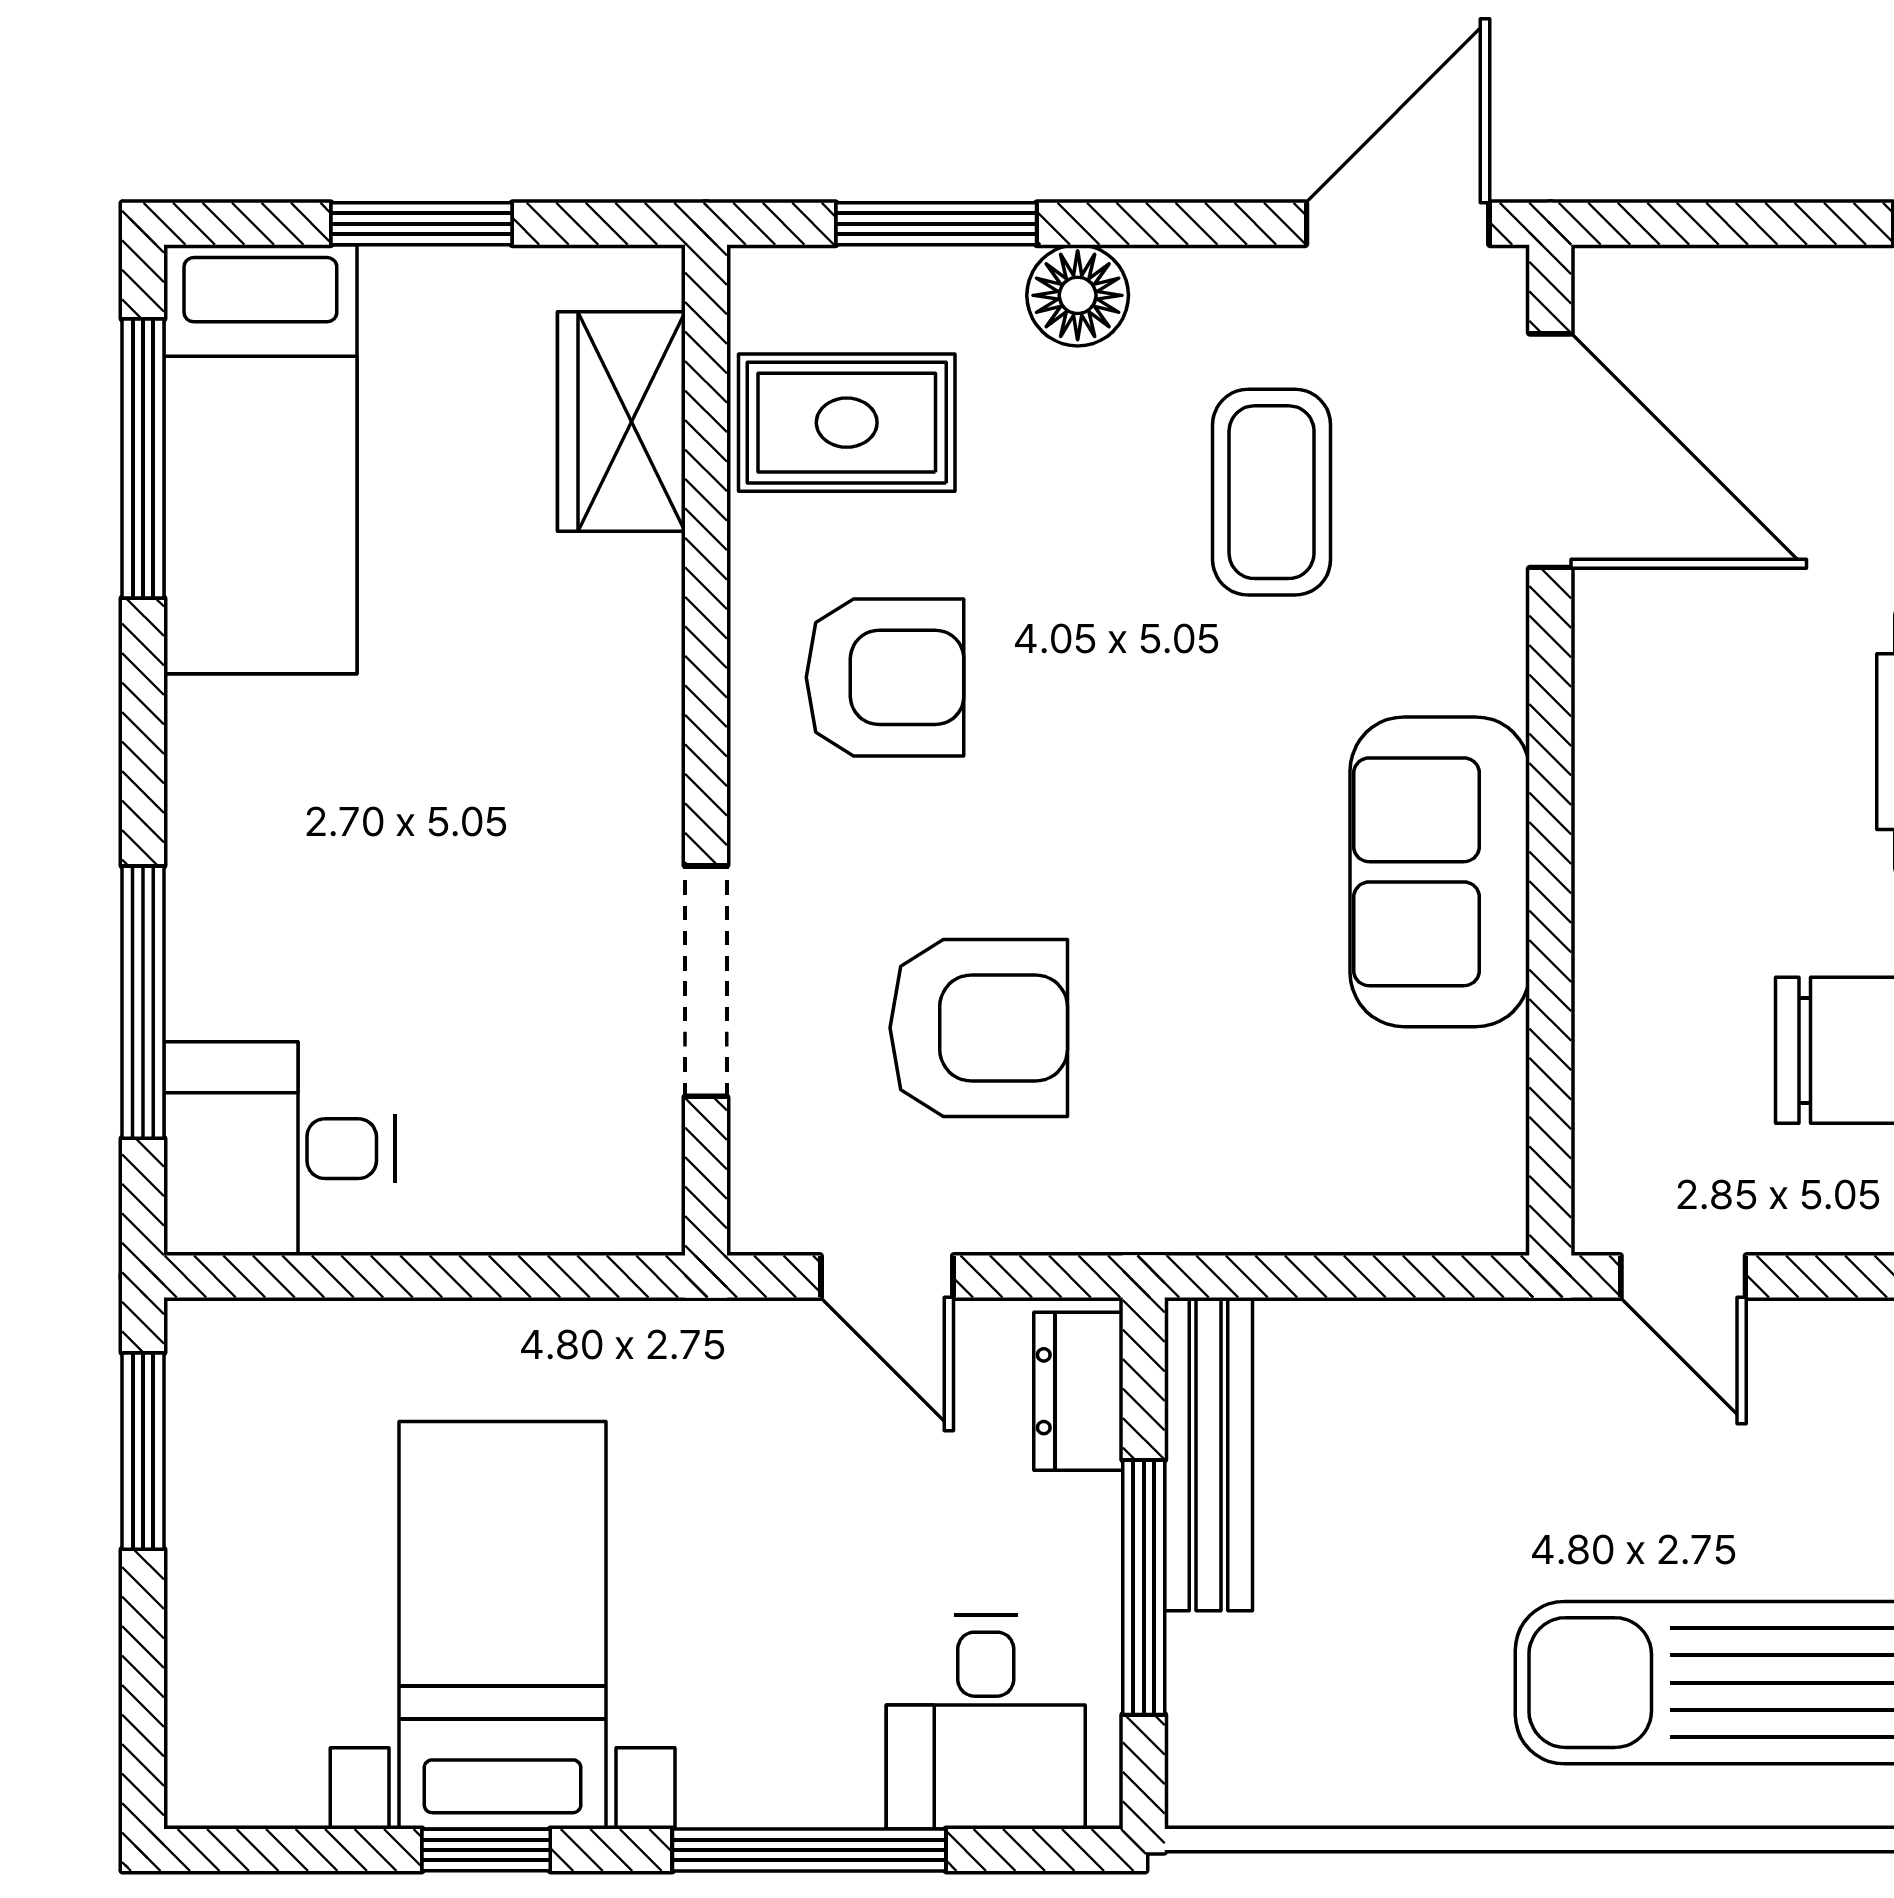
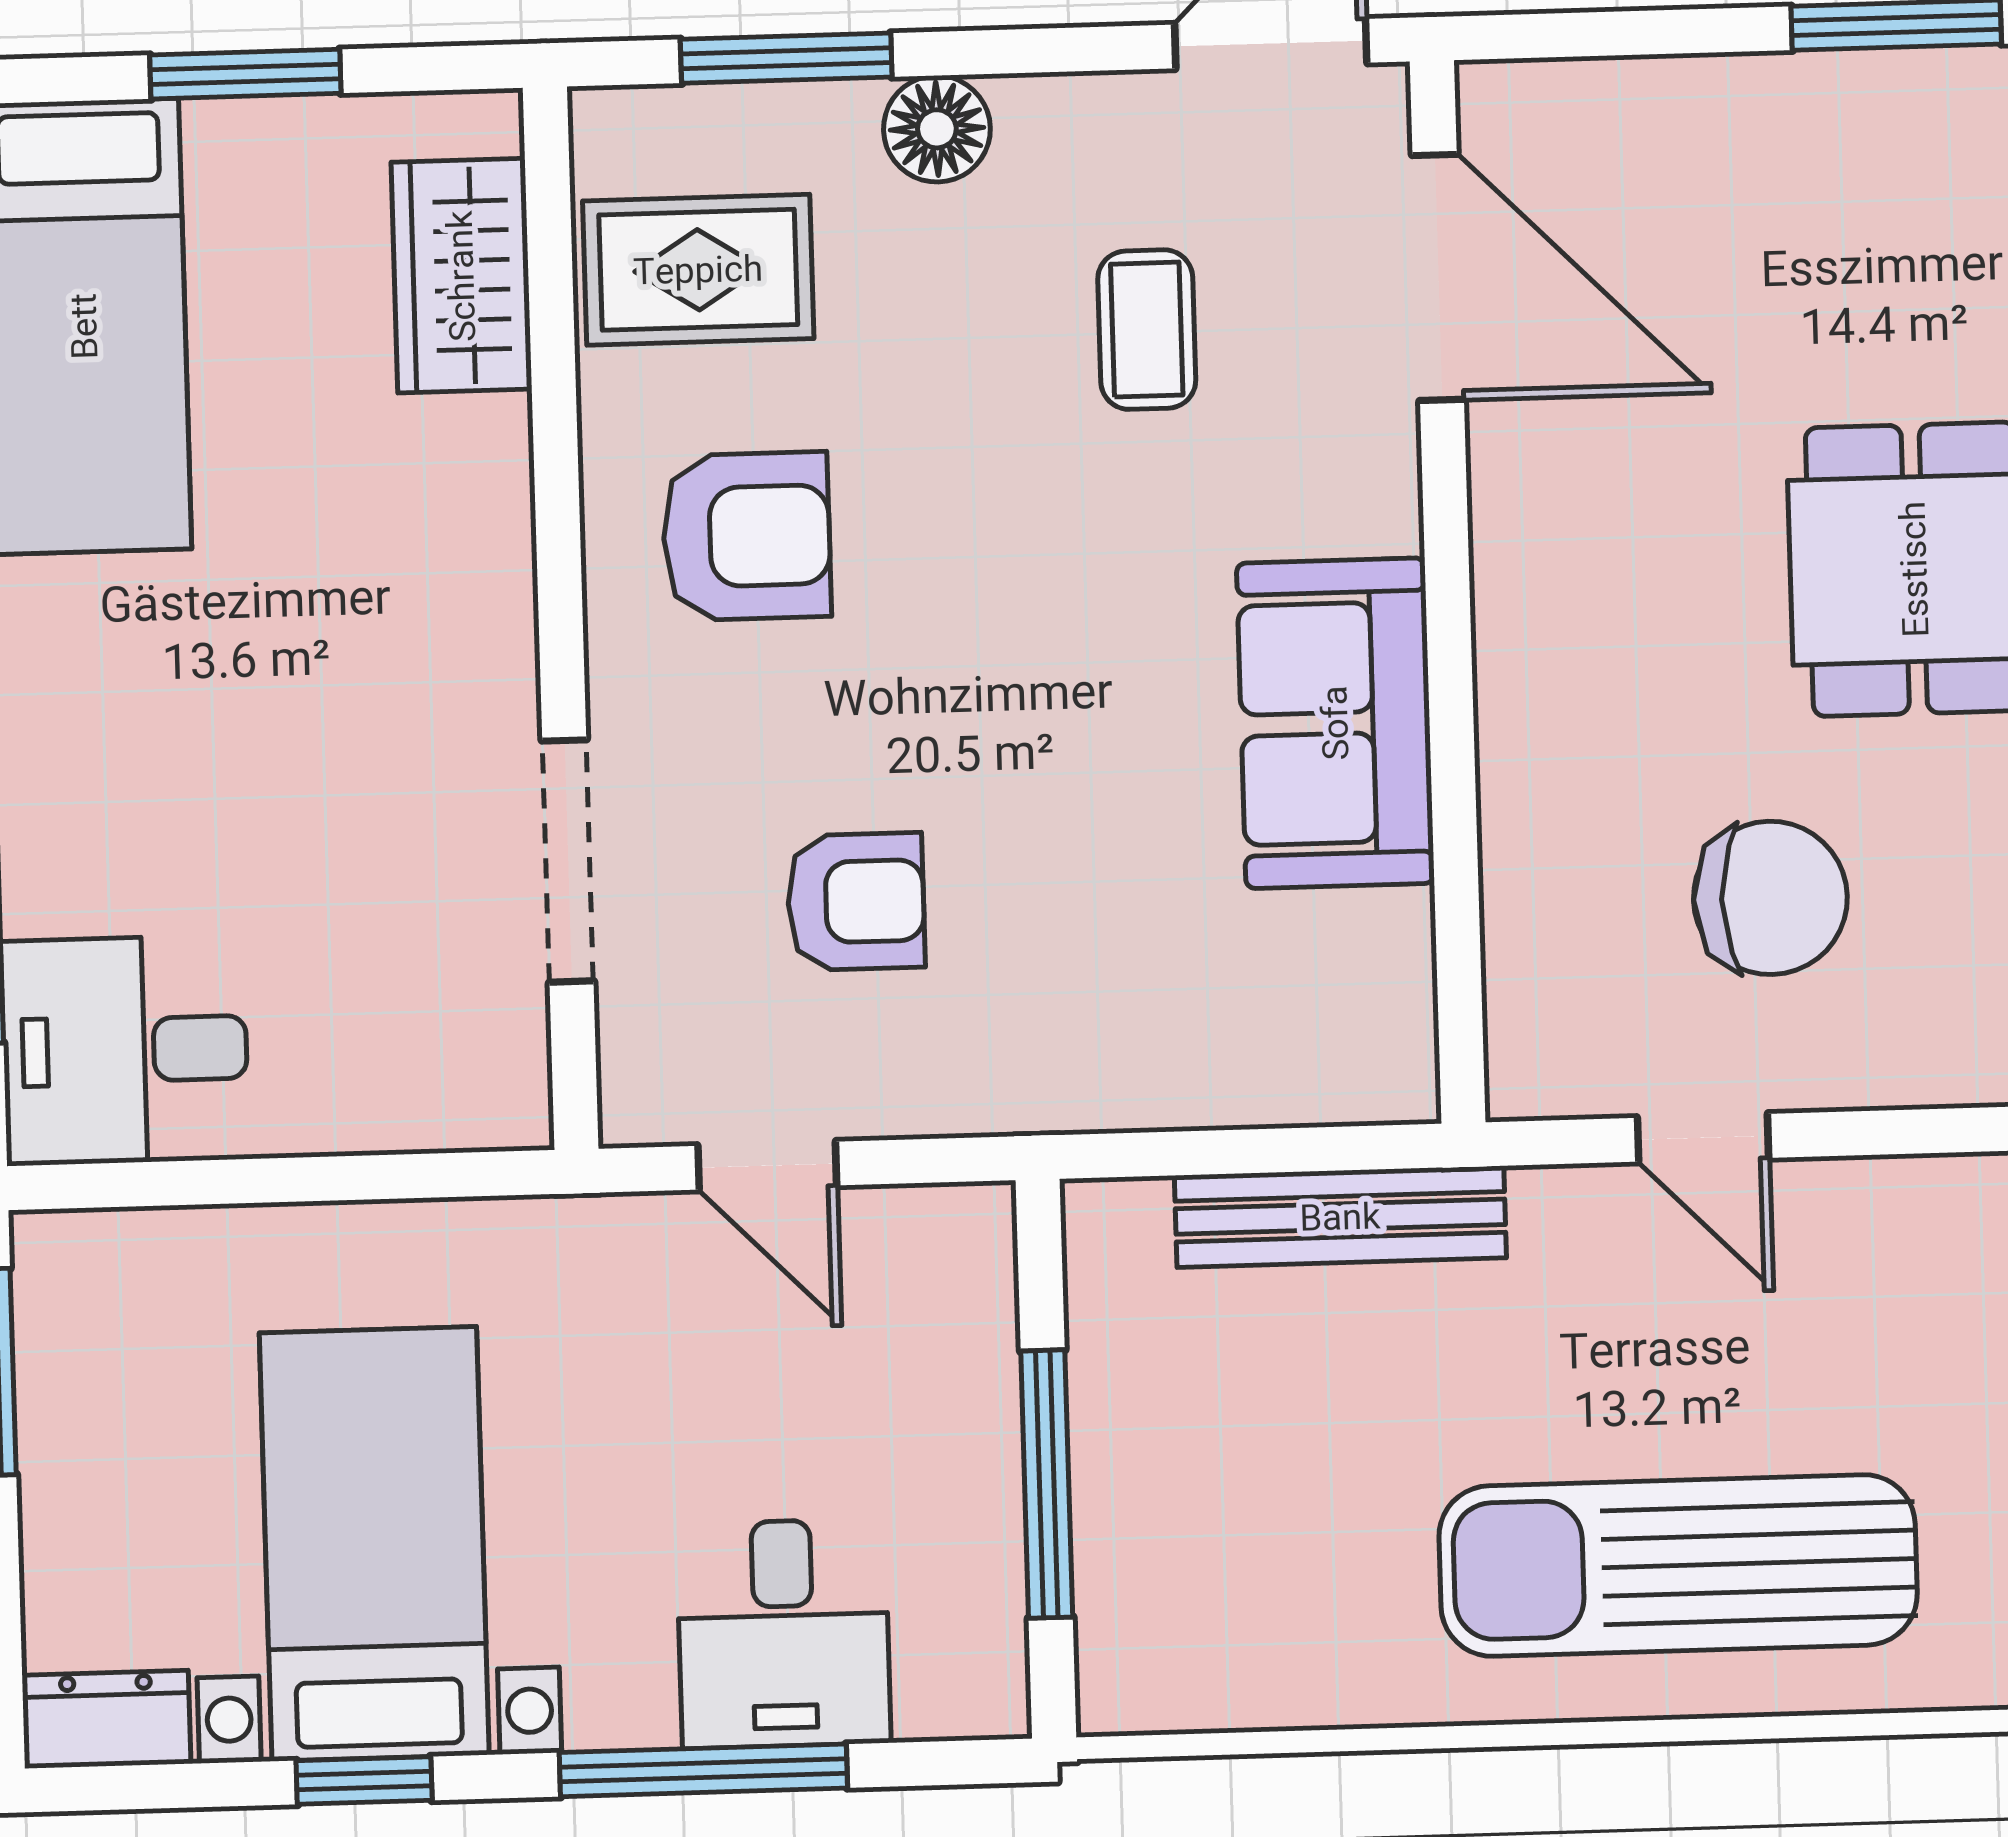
coffee table: (1272, 492) -> (1147, 330), width x0.73, depth x0.77
armchair: (979, 1028) -> (856, 902), width x0.72, depth x0.72
door: (1683, 1277) -> (1703, 1138), moved
dresser: (1078, 1391) -> (106, 1719), moved, turned 90
bench: (1208, 1454) -> (1340, 1217), moved, turned 90
desk: (986, 1722) -> (783, 1633), moved

